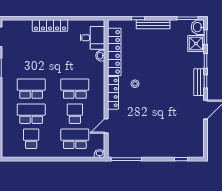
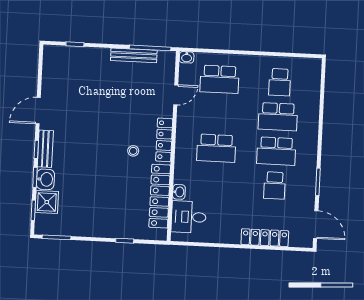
bench: (153, 24) -> (134, 55), moved
locker: (50, 25) -> (265, 238), moved
washbasin: (198, 27) -> (45, 179), moved
school desk: (75, 114) -> (275, 186), moved

